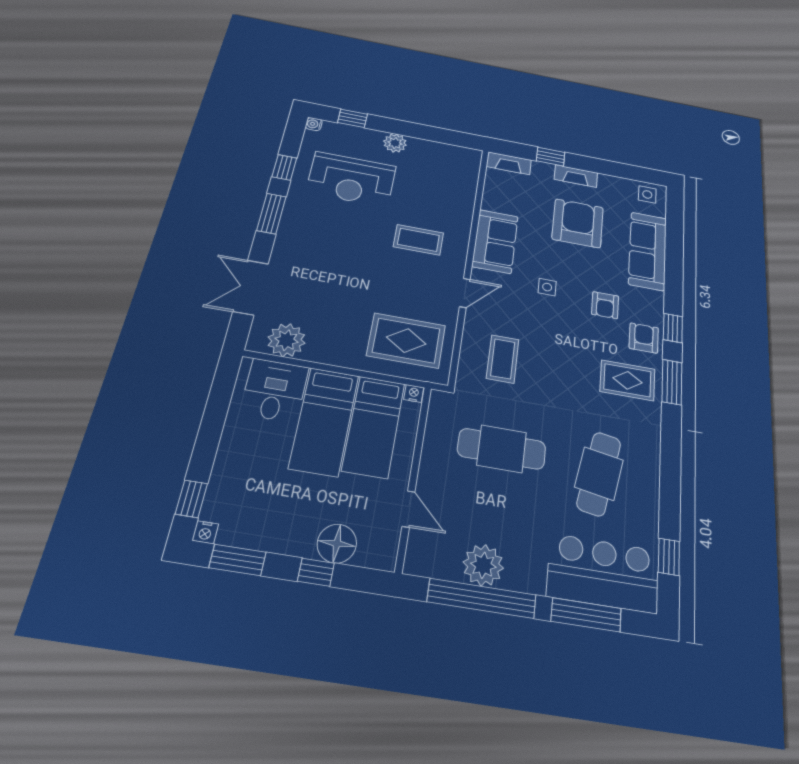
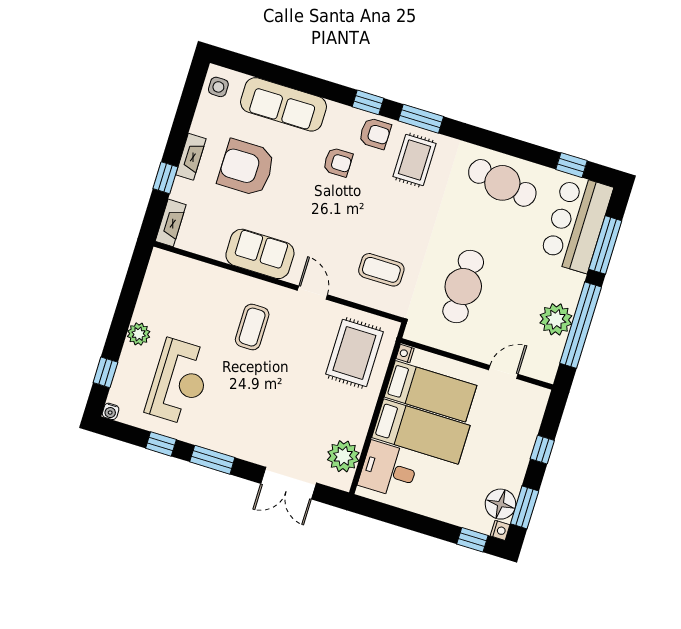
side table: (547, 287) -> (314, 214), removed
armchair: (644, 338) -> (375, 133), turned 180
cafe table: (599, 474) -> (502, 183), moved
floor lamp: (337, 544) -> (500, 504), moved

